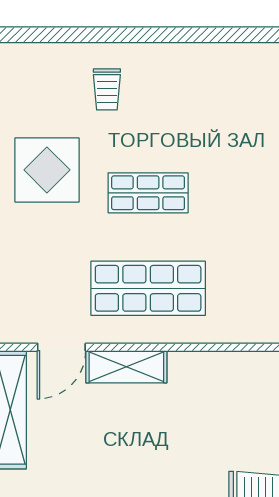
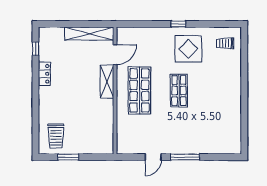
trolley: (107, 89) -> (225, 43), moved
door: (61, 347) -> (115, 55), swing flipped

